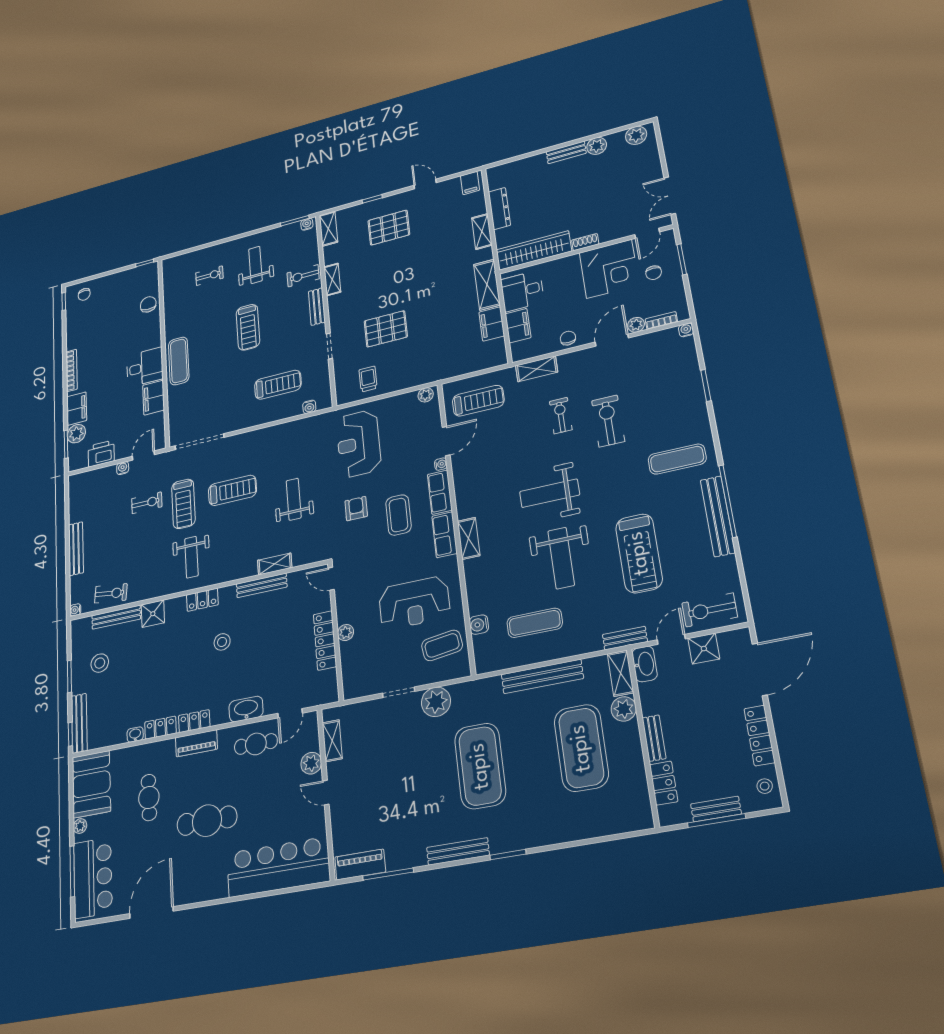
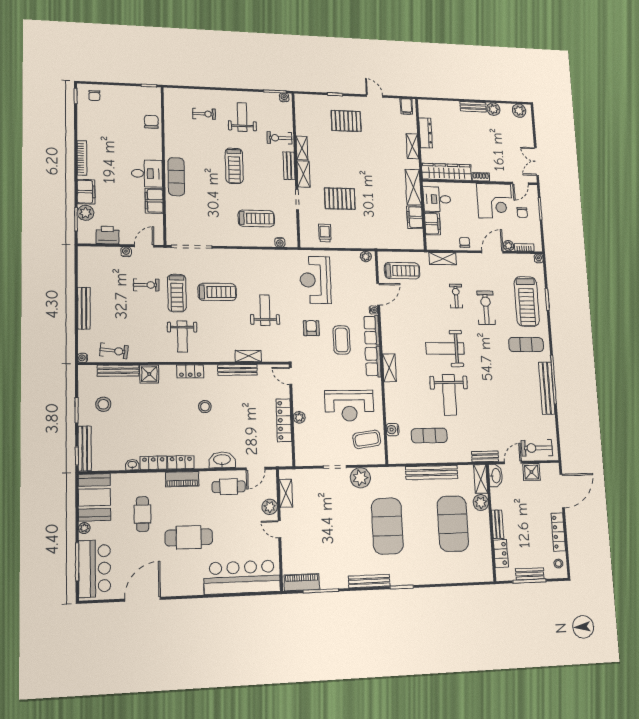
shelving: (328, 229) -> (303, 174), moved
treadmill: (639, 553) -> (527, 301), moved

